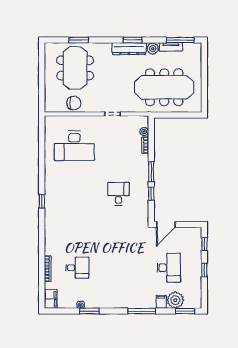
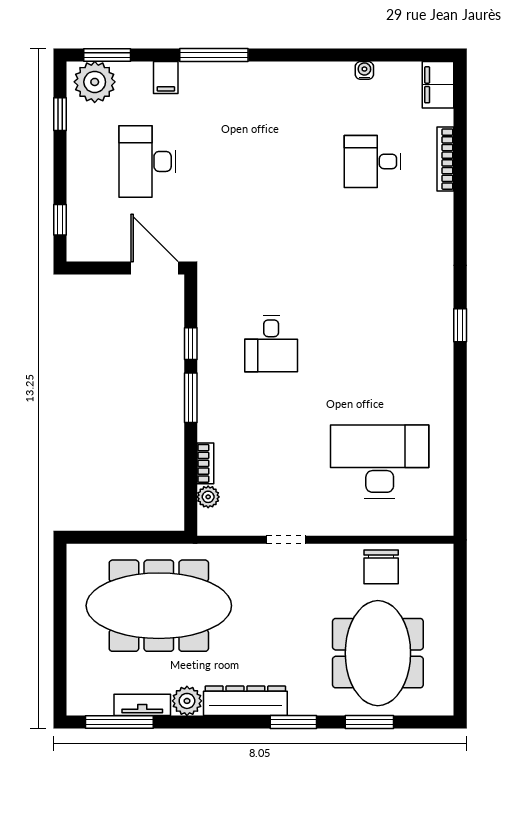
window: (133, 40) -> (293, 722), moved
chair: (74, 103) -> (381, 567), turned -90
door: (166, 224) -> (155, 268), hinge flipped
window: (204, 270) -> (60, 114), moved
plant: (175, 300) -> (95, 82), moved
window: (89, 311) -> (343, 55), removed

